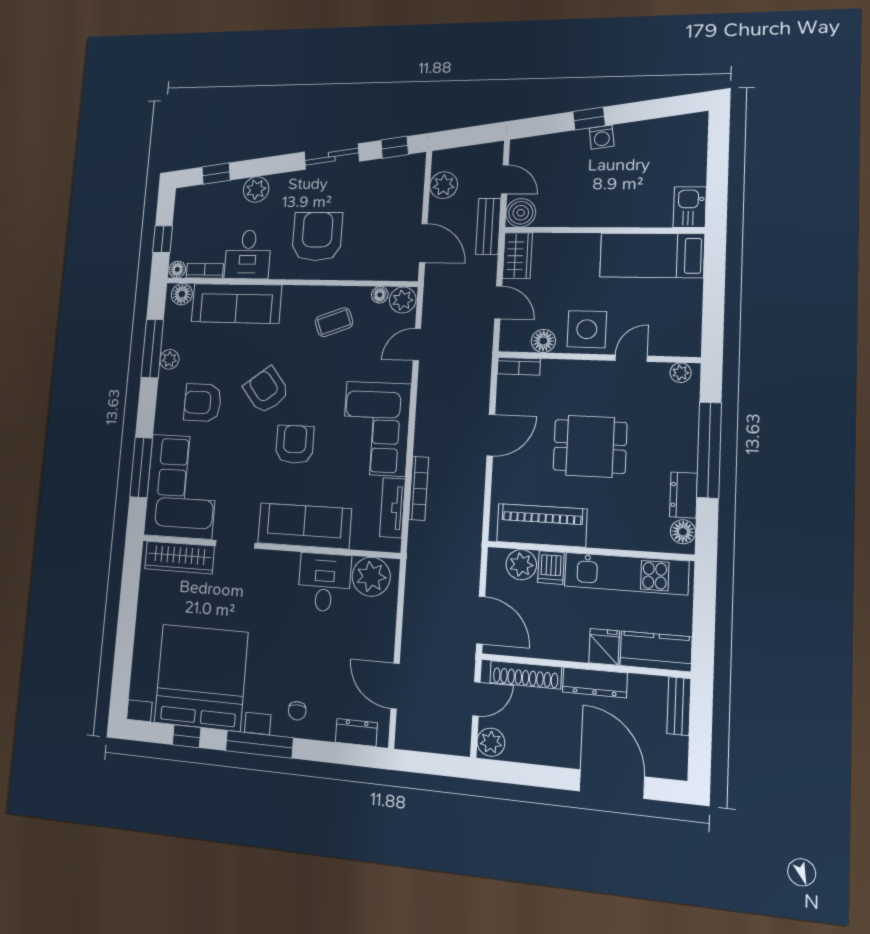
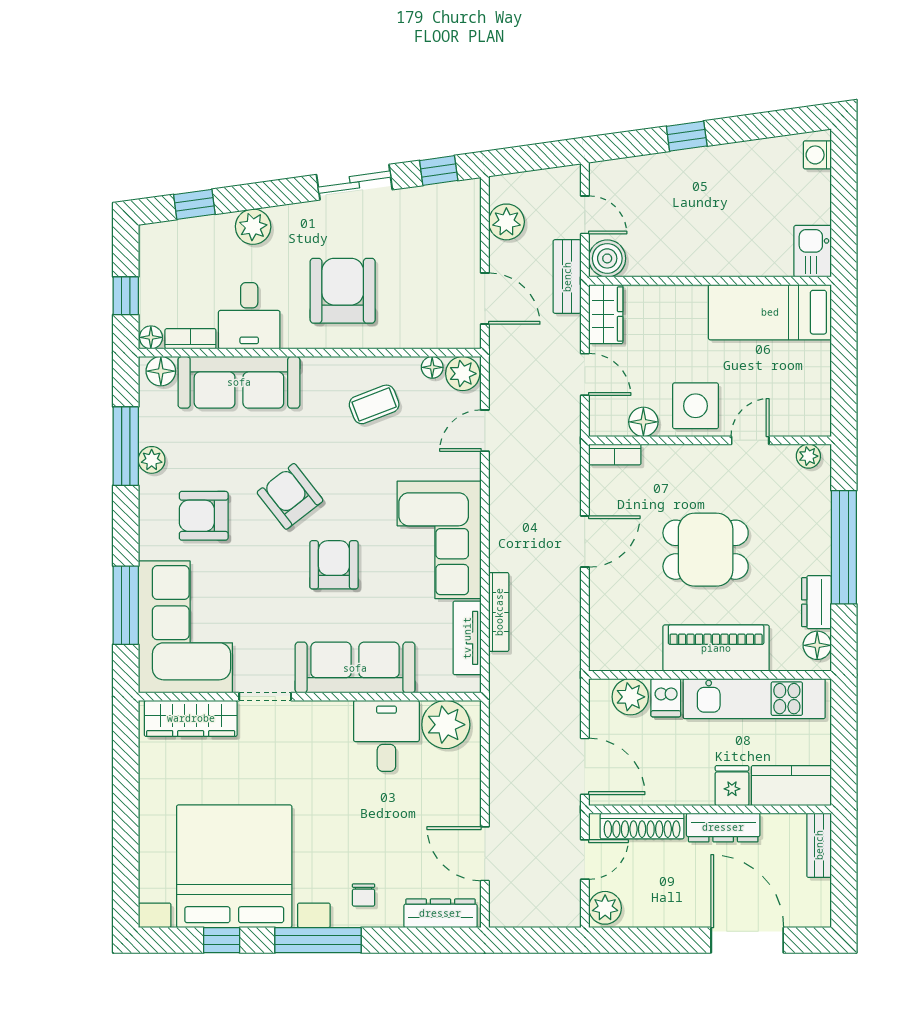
washing machine: (602, 137) -> (817, 155), moved, turned 98
piano: (542, 525) -> (716, 648), moved
dresser: (356, 732) -> (440, 913), width x1.44

